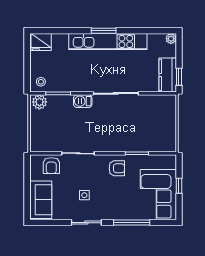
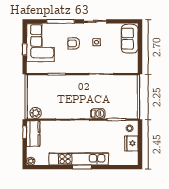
fridge: (41, 42) -> (131, 143), moved, turned -90
plant: (39, 102) -> (36, 113), moved
armchair: (51, 166) -> (122, 65), removed
armchair: (117, 168) -> (74, 43), moved

